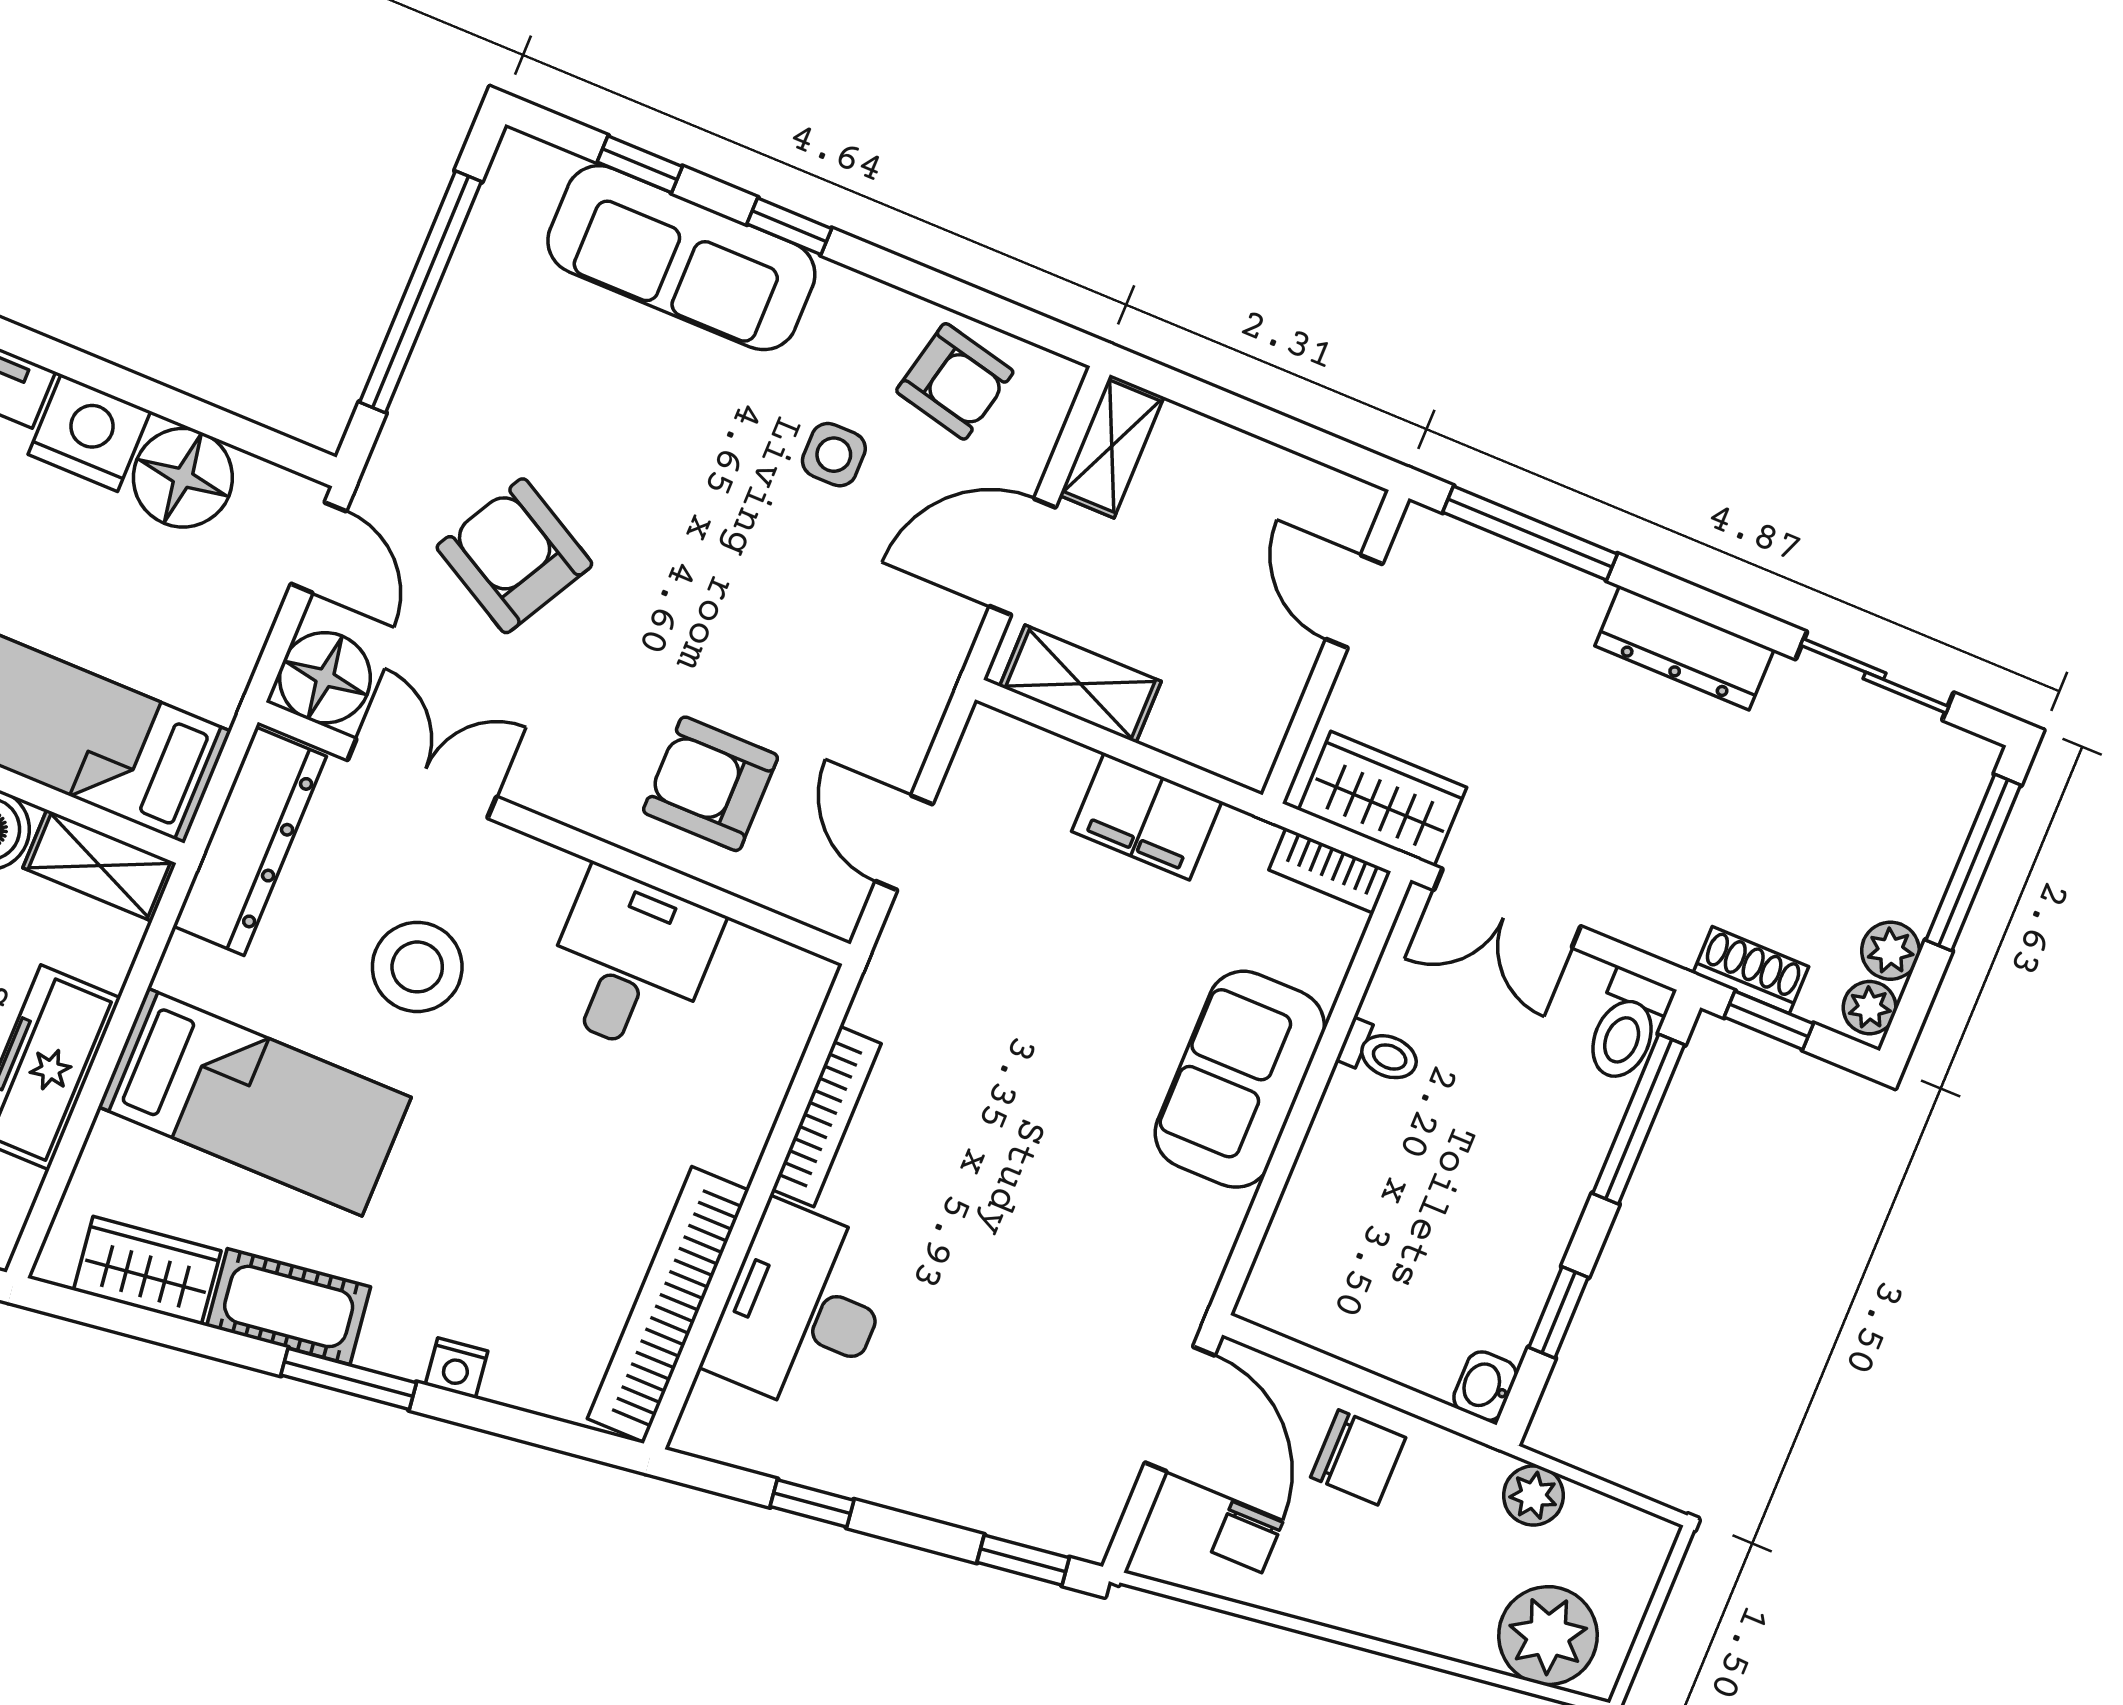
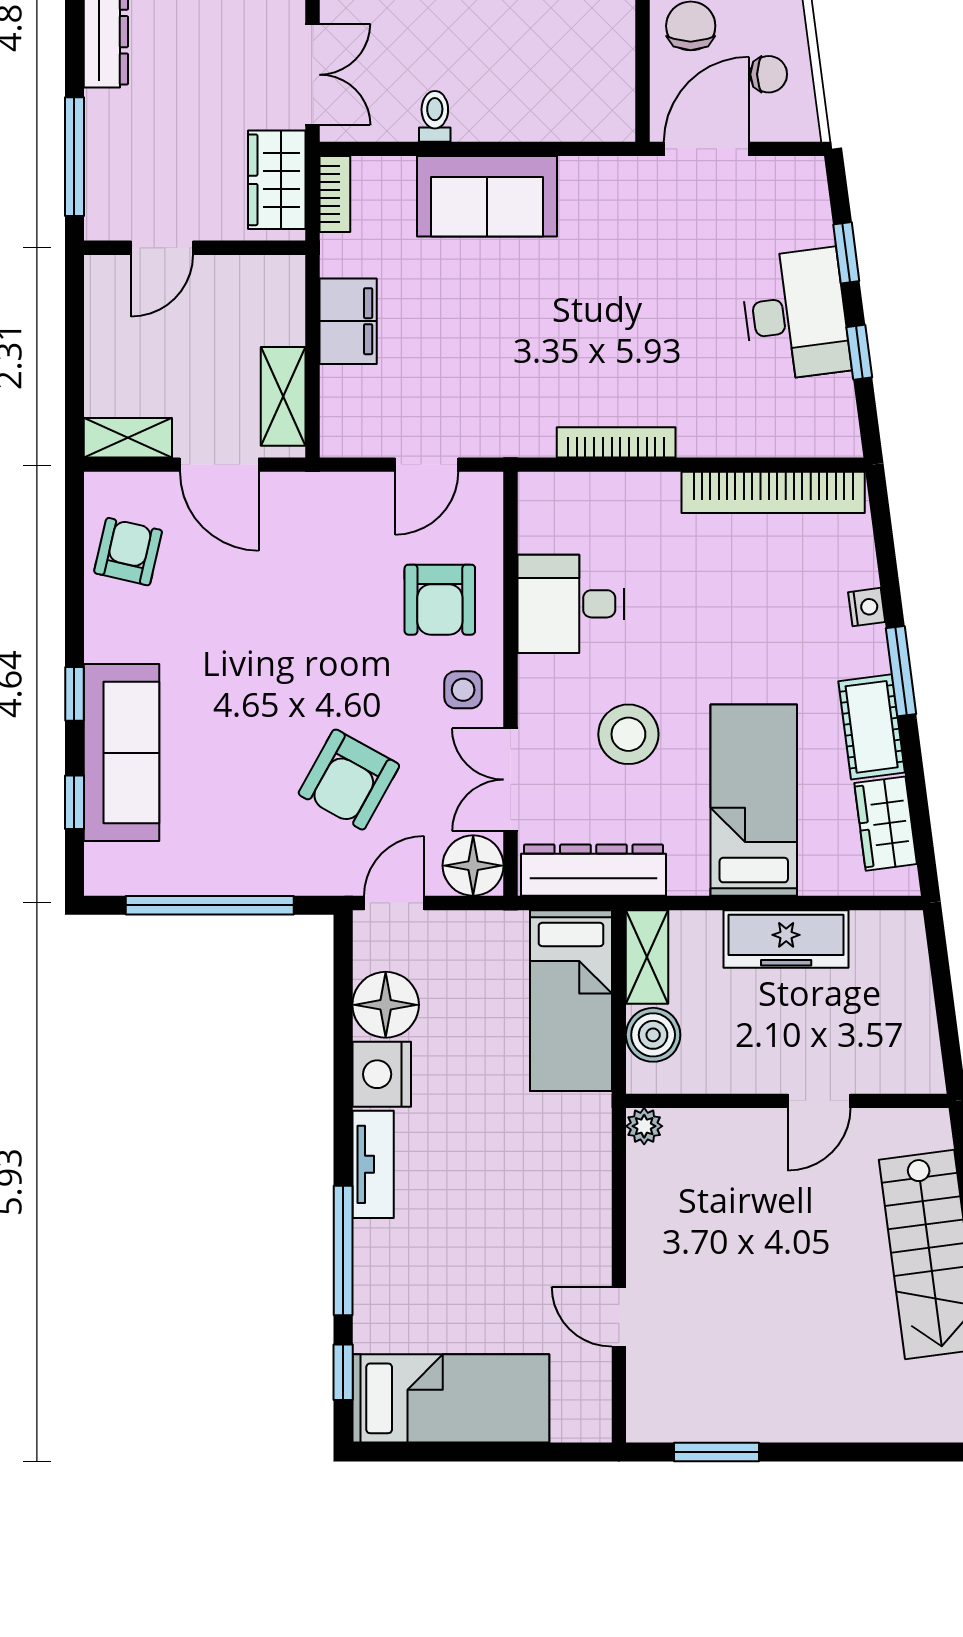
side table: (834, 455) -> (463, 690), moved
desk: (802, 1309) -> (795, 315), moved, turned -97
window: (1023, 1560) -> (846, 253), moved

